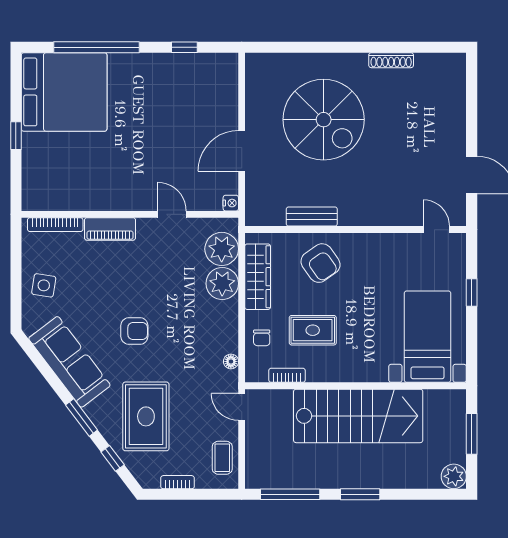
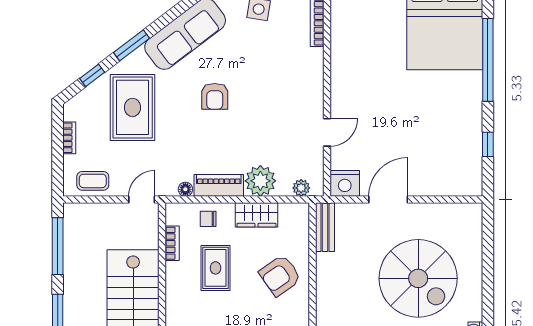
spiral stairs: (324, 120) -> (418, 278), turned -90
door: (242, 151) -> (388, 200), hinge flipped
nightstand: (231, 203) -> (345, 183), width x1.89, depth x1.79
bench: (312, 217) -> (325, 227), moved
piano: (110, 229) -> (219, 185), moved, turned 90
plant: (222, 249) -> (301, 188), width x0.53, depth x0.53
wardrobe: (258, 277) -> (256, 215), width x0.67
rug: (146, 416) -> (133, 107), turned 90

